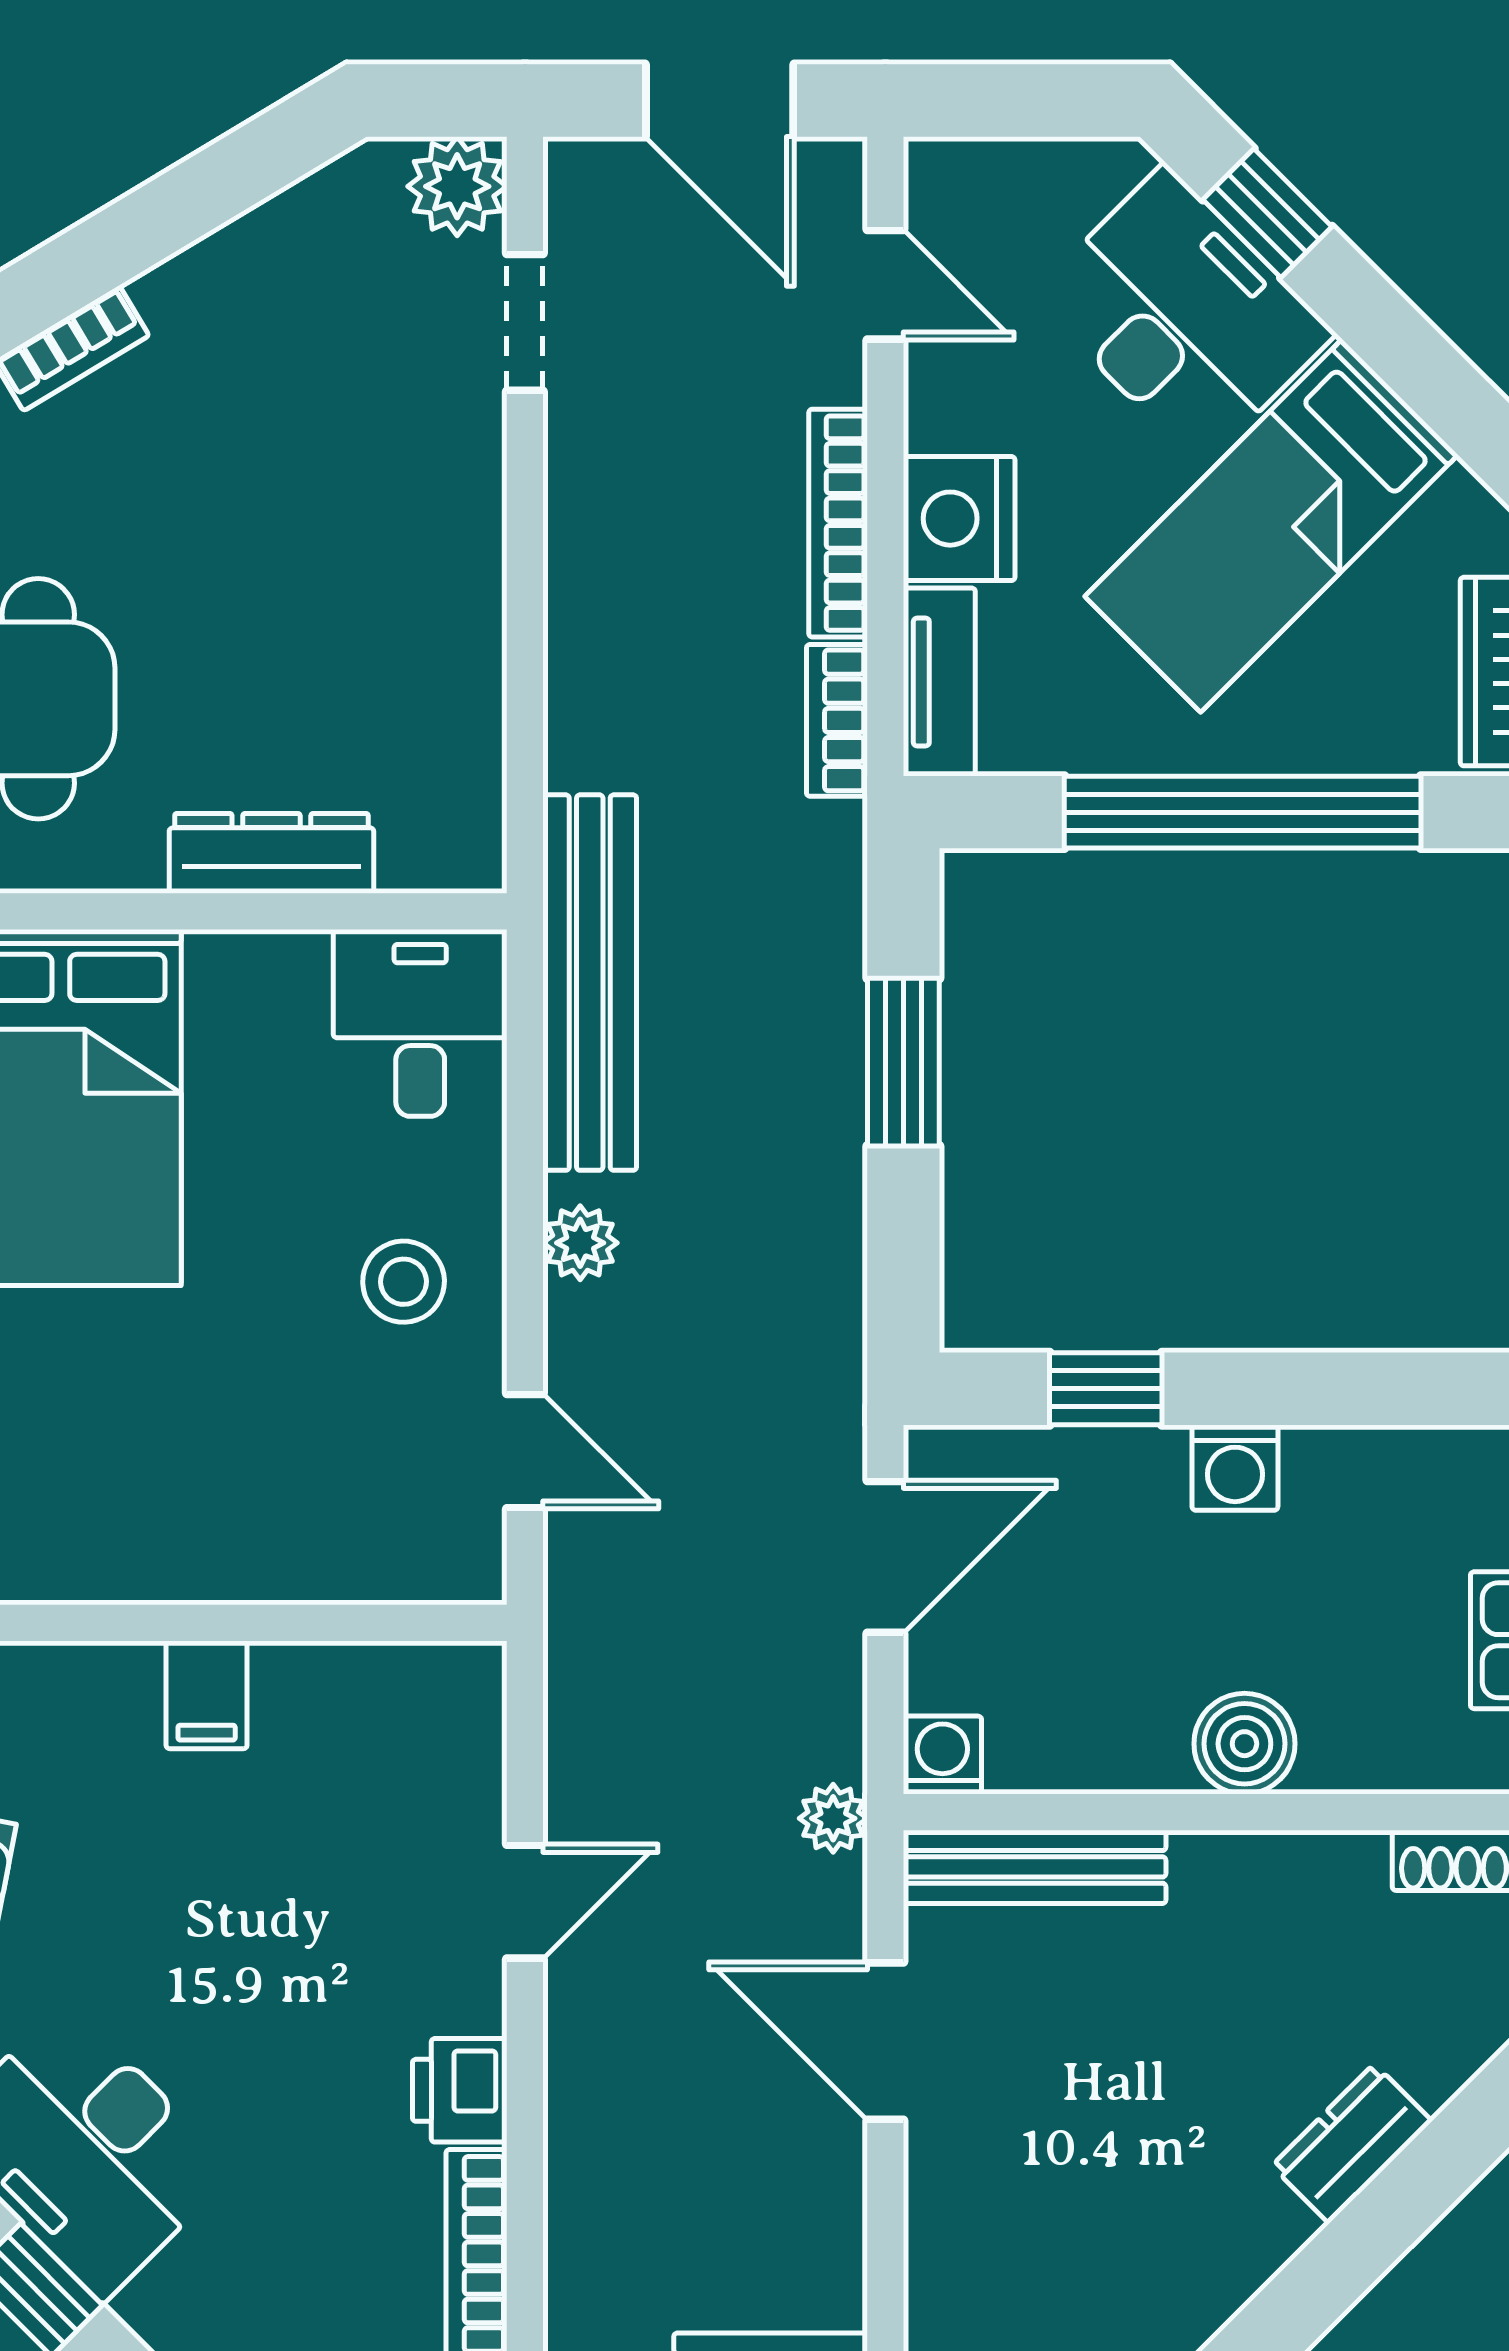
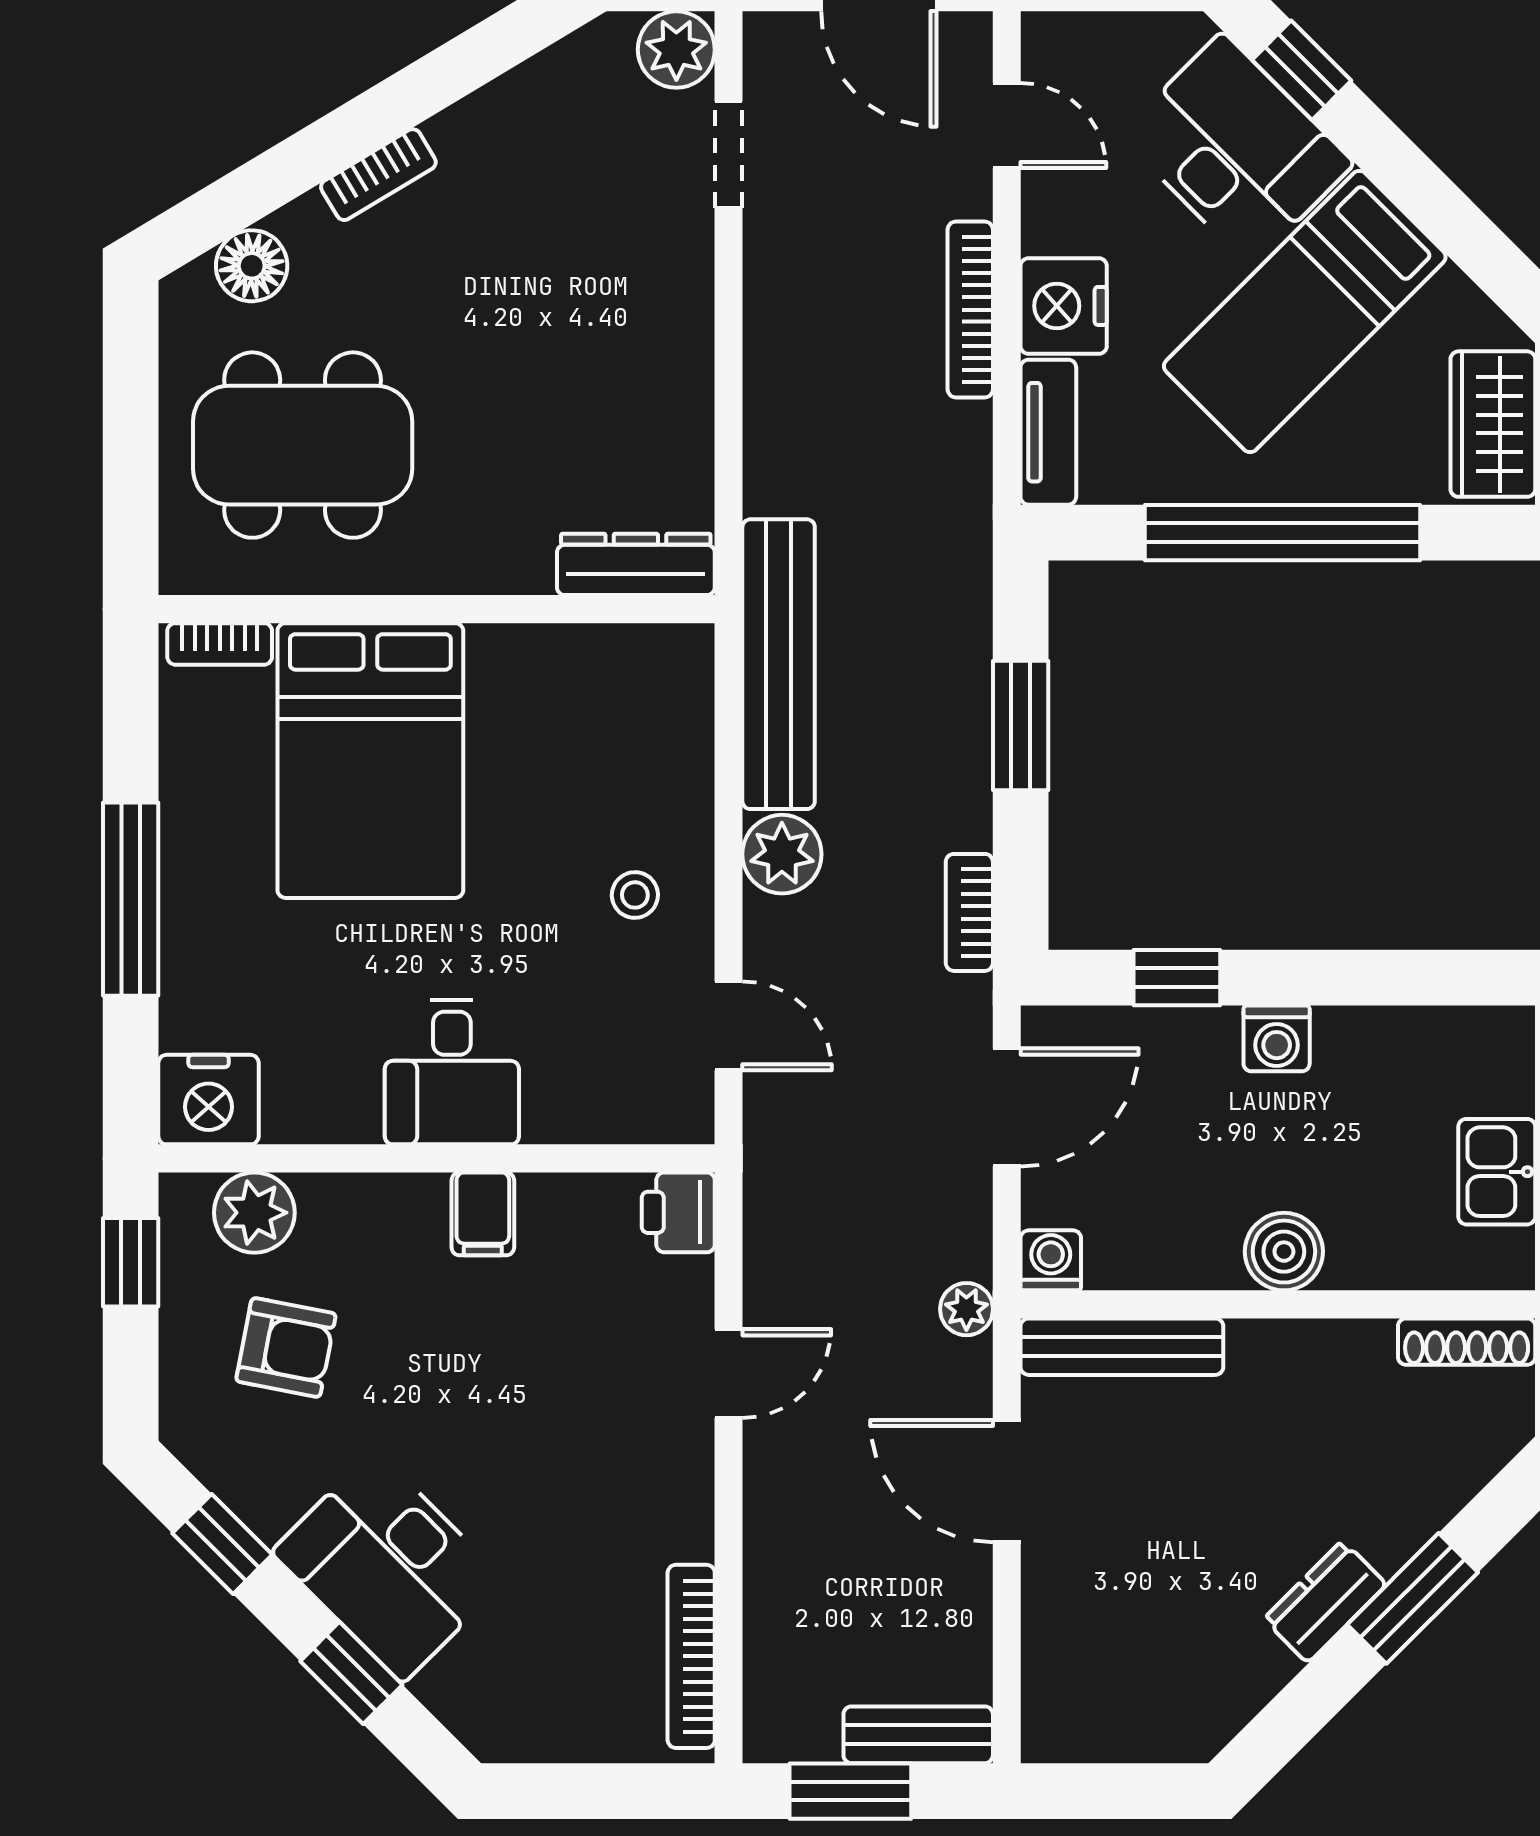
bookcase: (837, 720) -> (969, 912), moved
dresser: (271, 853) -> (636, 564), moved
desk: (420, 1023) -> (452, 1072), moved, turned 180
plant: (580, 1243) -> (782, 854), width x1.38, depth x1.38
stool: (404, 1282) -> (635, 895), width x0.73, depth x0.73
printer: (460, 2090) -> (678, 1212), moved
dresser: (1352, 2144) -> (1325, 1602), moved
window: (1411, 2193) -> (1413, 1598), added

